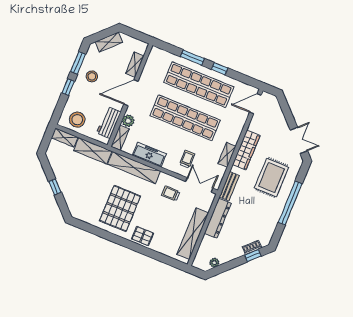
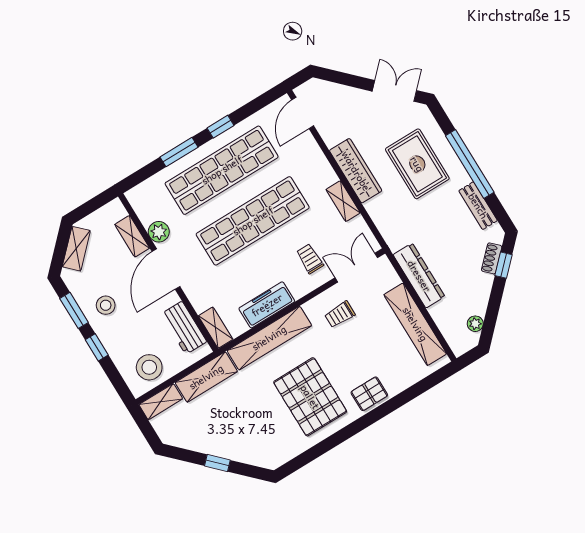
plant: (128, 121) -> (159, 232), moved
bench: (229, 186) -> (478, 206), moved

